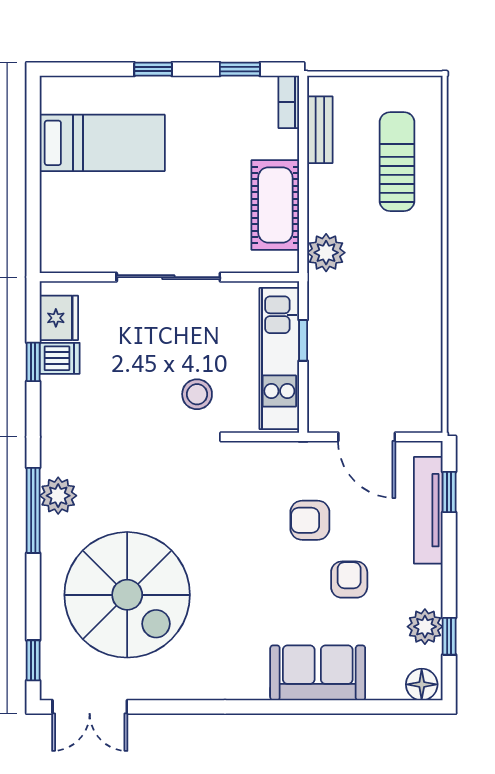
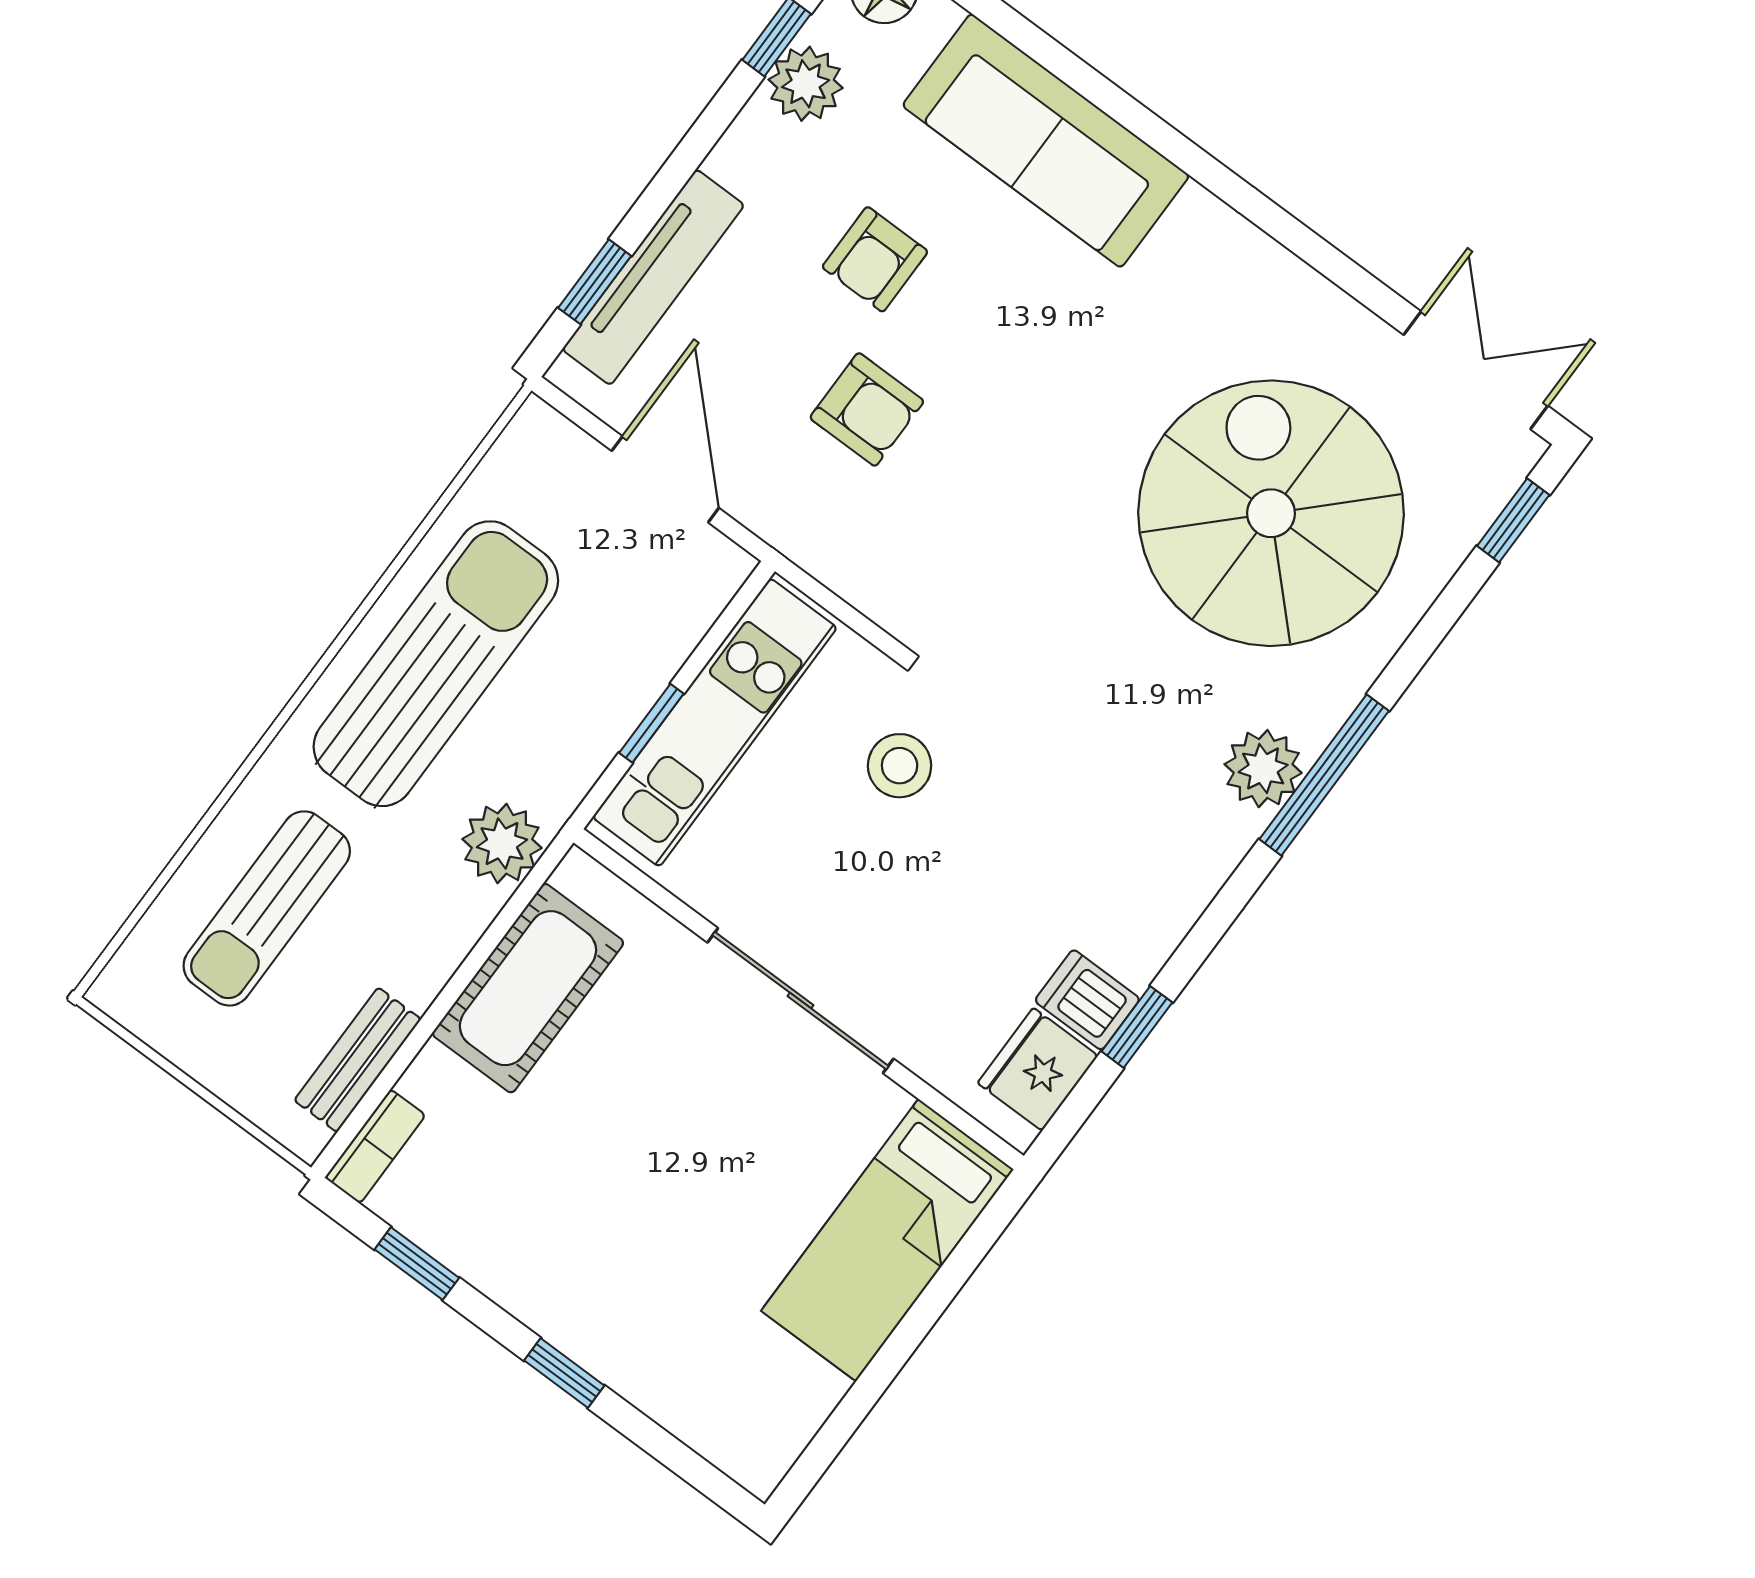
bed: (102, 143) -> (887, 1240), moved, turned -90
sun lounger: (402, 302) -> (436, 664), added
sofa: (318, 673) -> (1046, 141), width x1.36

